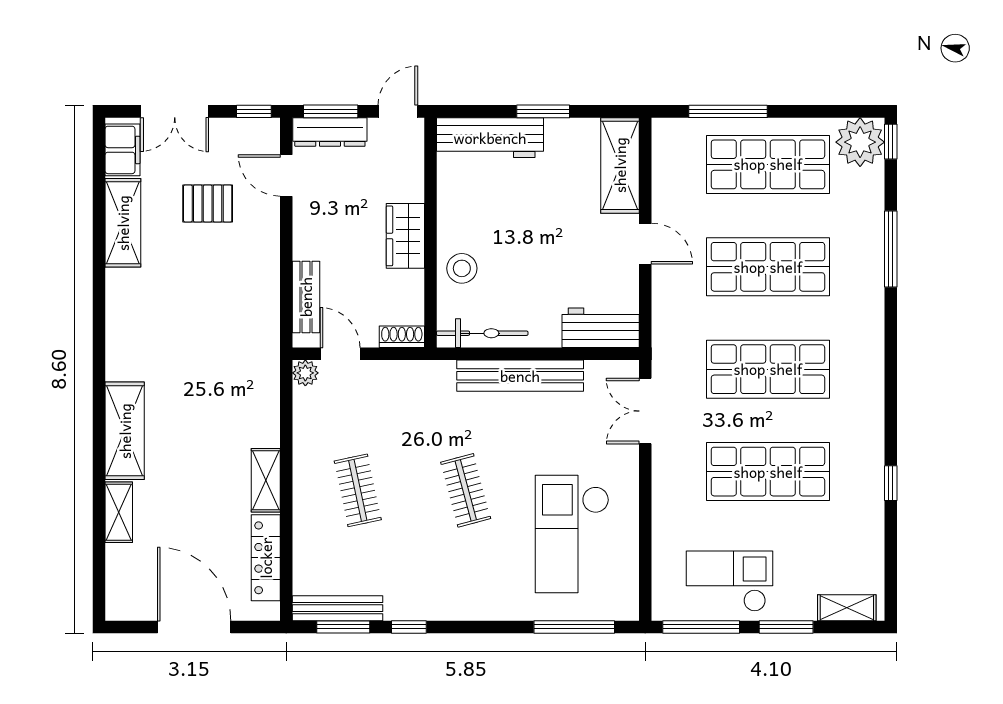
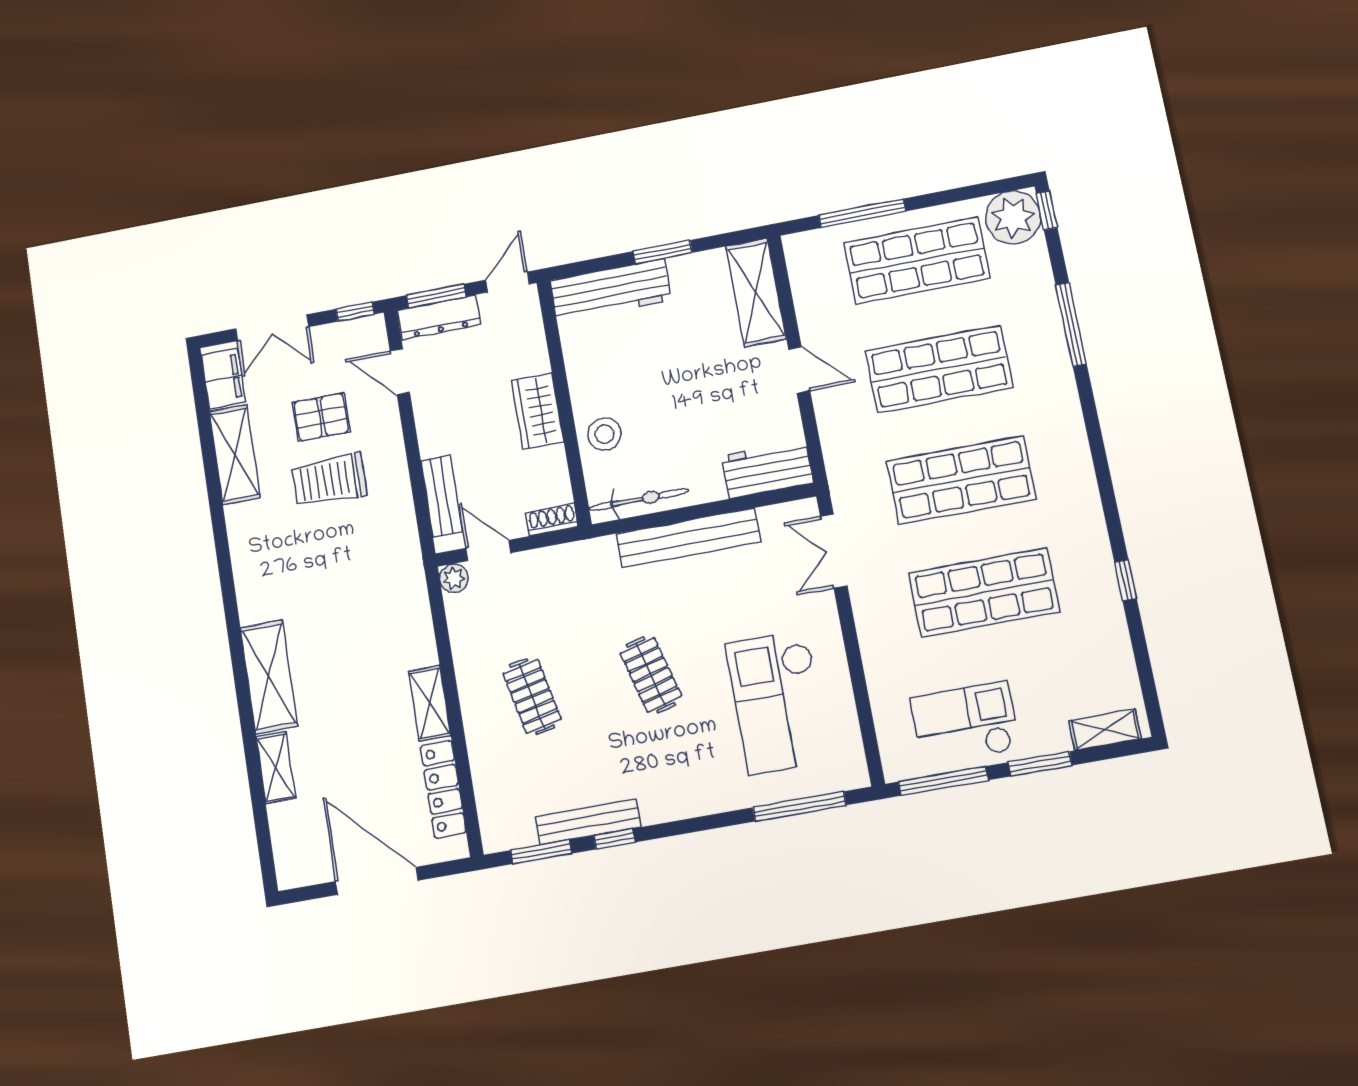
trolley: (206, 263) -> (329, 480), added
bench: (337, 608) -> (588, 822), moved

